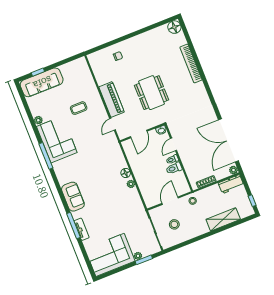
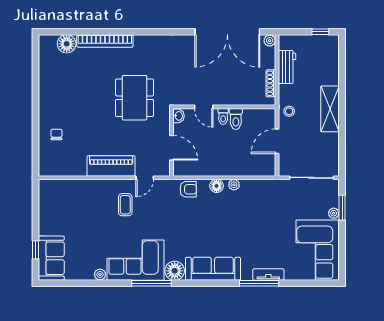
floor lamp: (174, 27) -> (67, 44), moved
sofa: (42, 82) -> (51, 258), width x0.73
dining table: (152, 93) -> (135, 98), moved, turned 90
coffee table: (79, 108) -> (125, 205), moved
door: (113, 124) -> (145, 178), hinge flipped
armchair: (116, 155) -> (188, 189), added
floor lamp: (60, 168) -> (175, 271), added
workbench: (231, 184) -> (287, 67), moved
sofa: (73, 197) -> (213, 269), width x1.36
door: (170, 201) -> (277, 141), hinge flipped
shelving: (223, 219) -> (330, 109), moved
stool: (174, 224) -> (311, 148), removed

